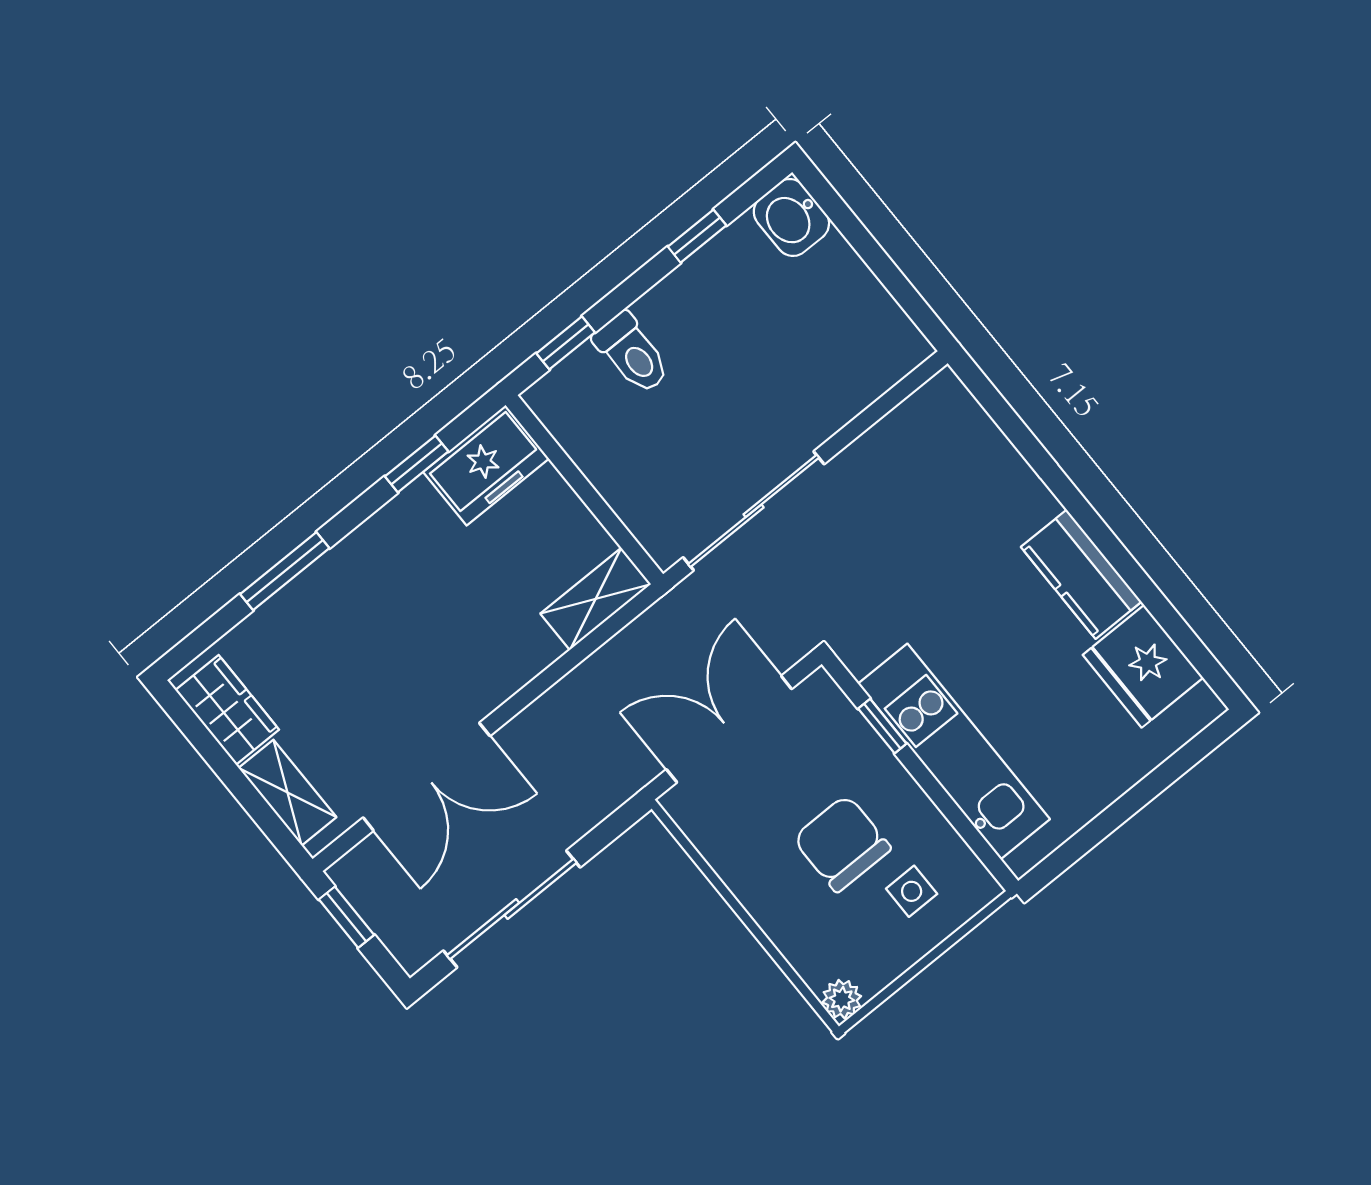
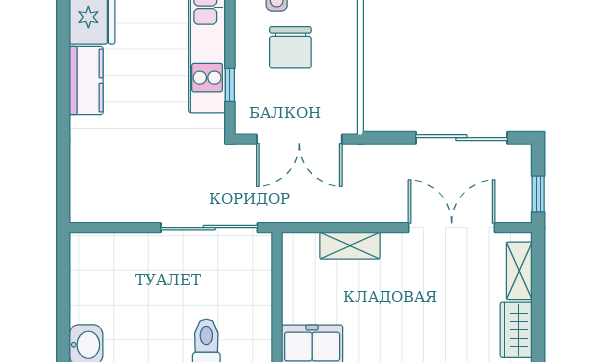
shelving: (596, 599) -> (350, 246), moved

